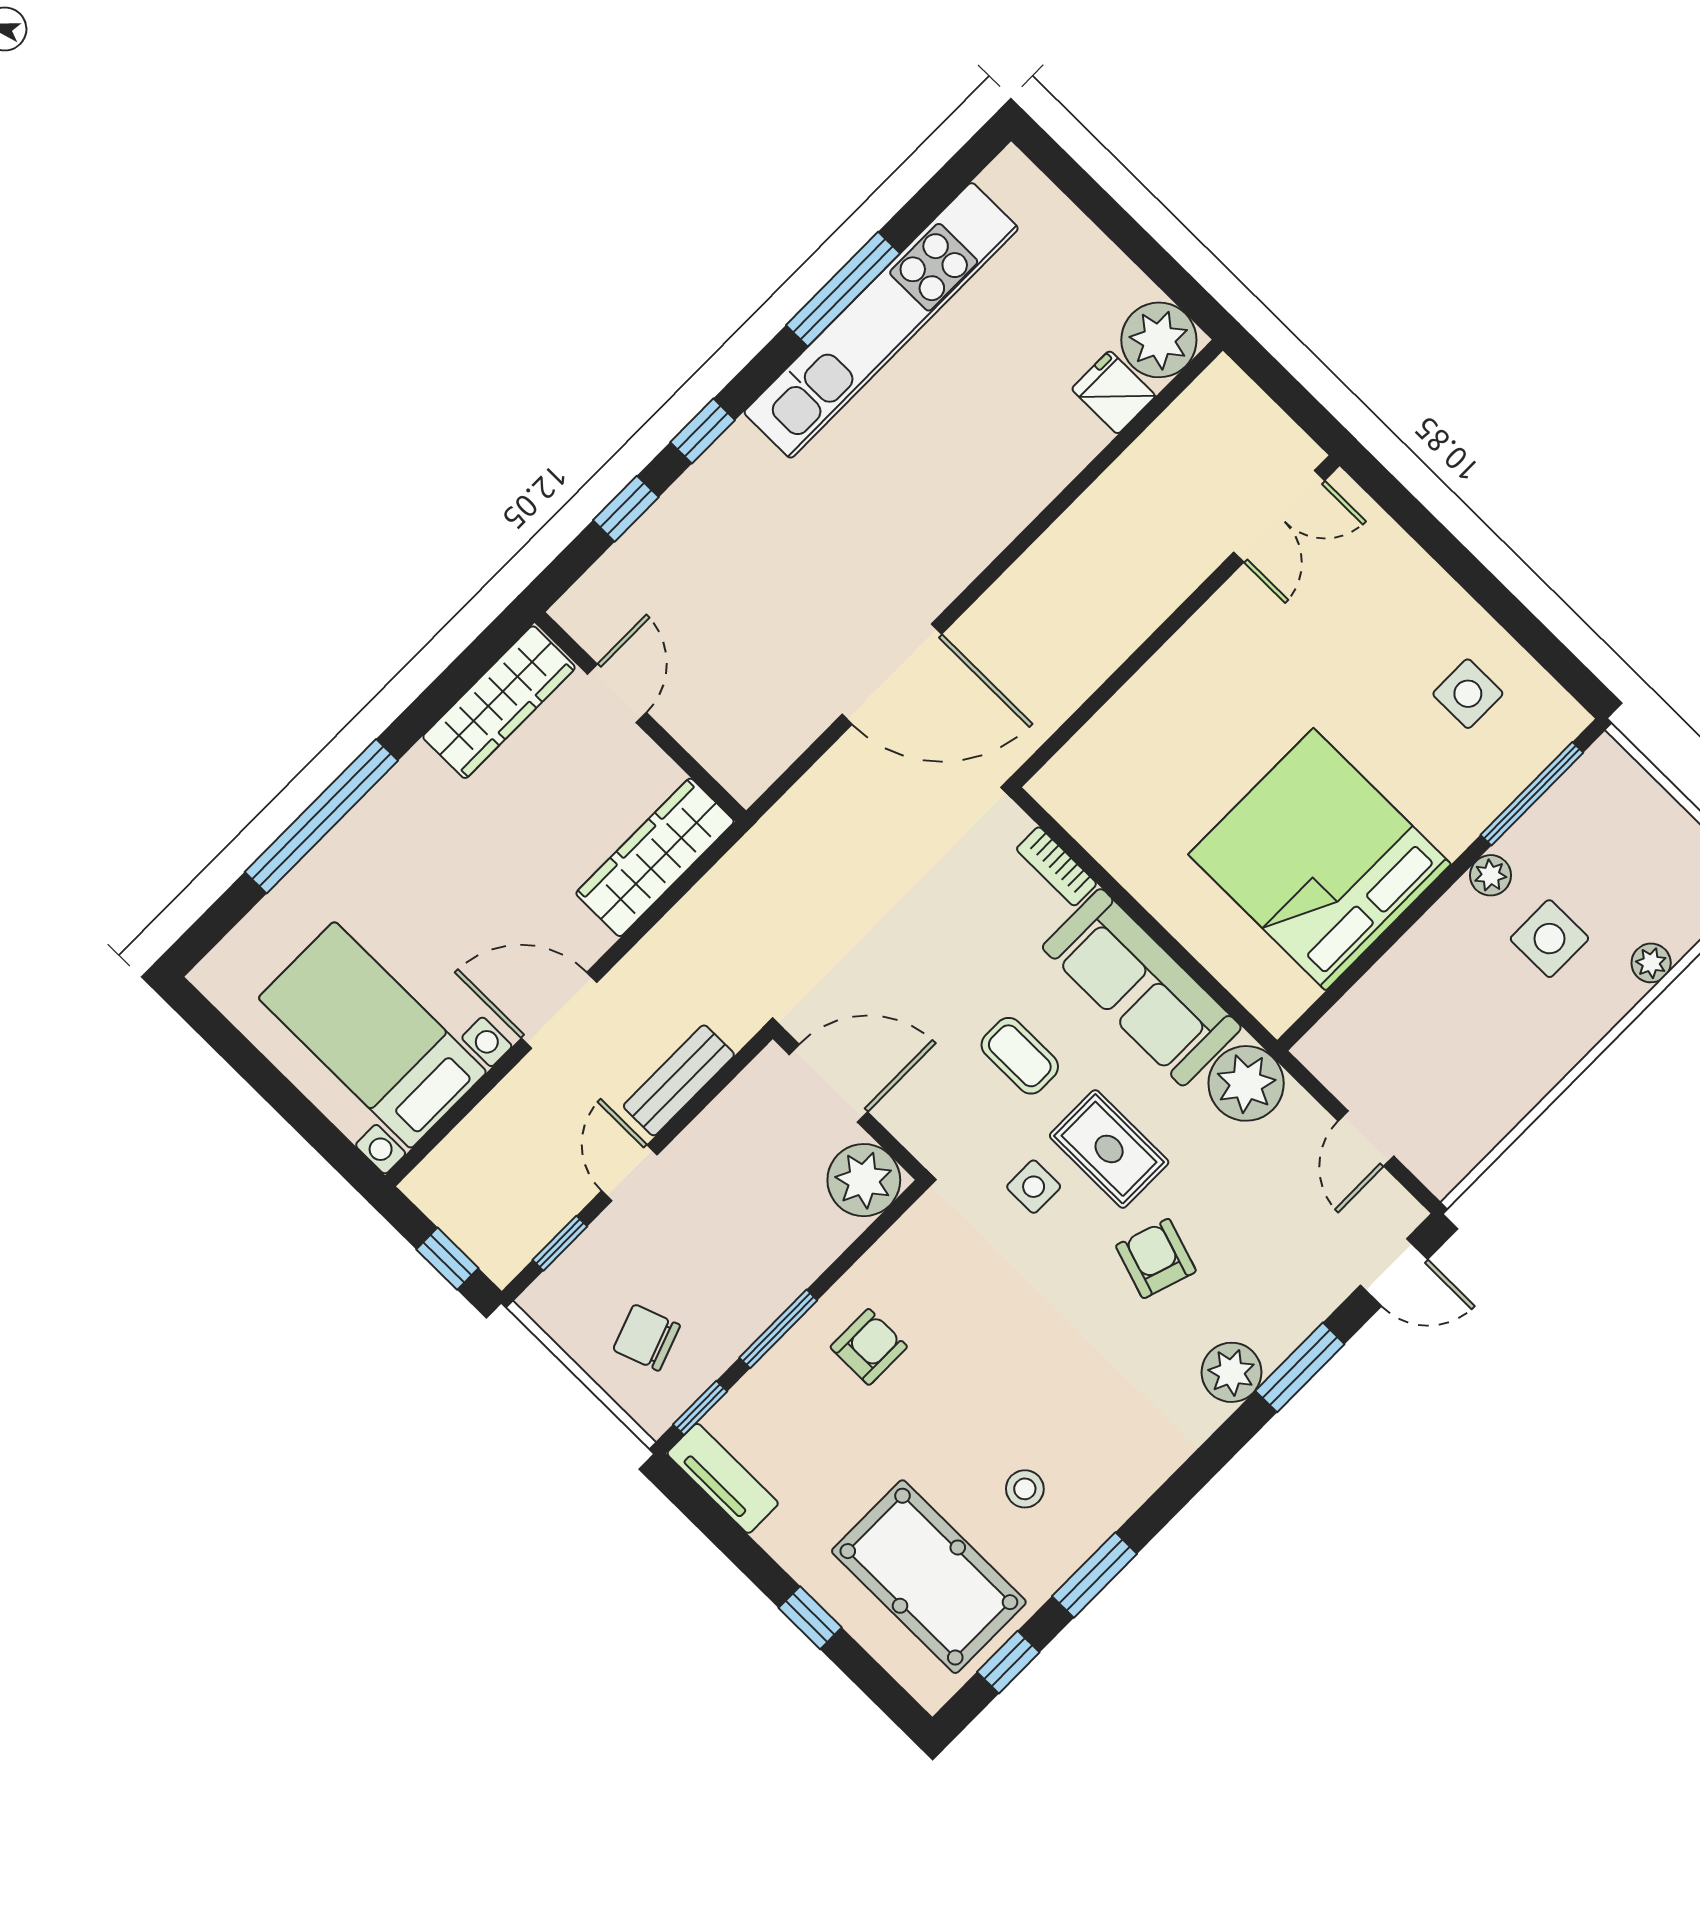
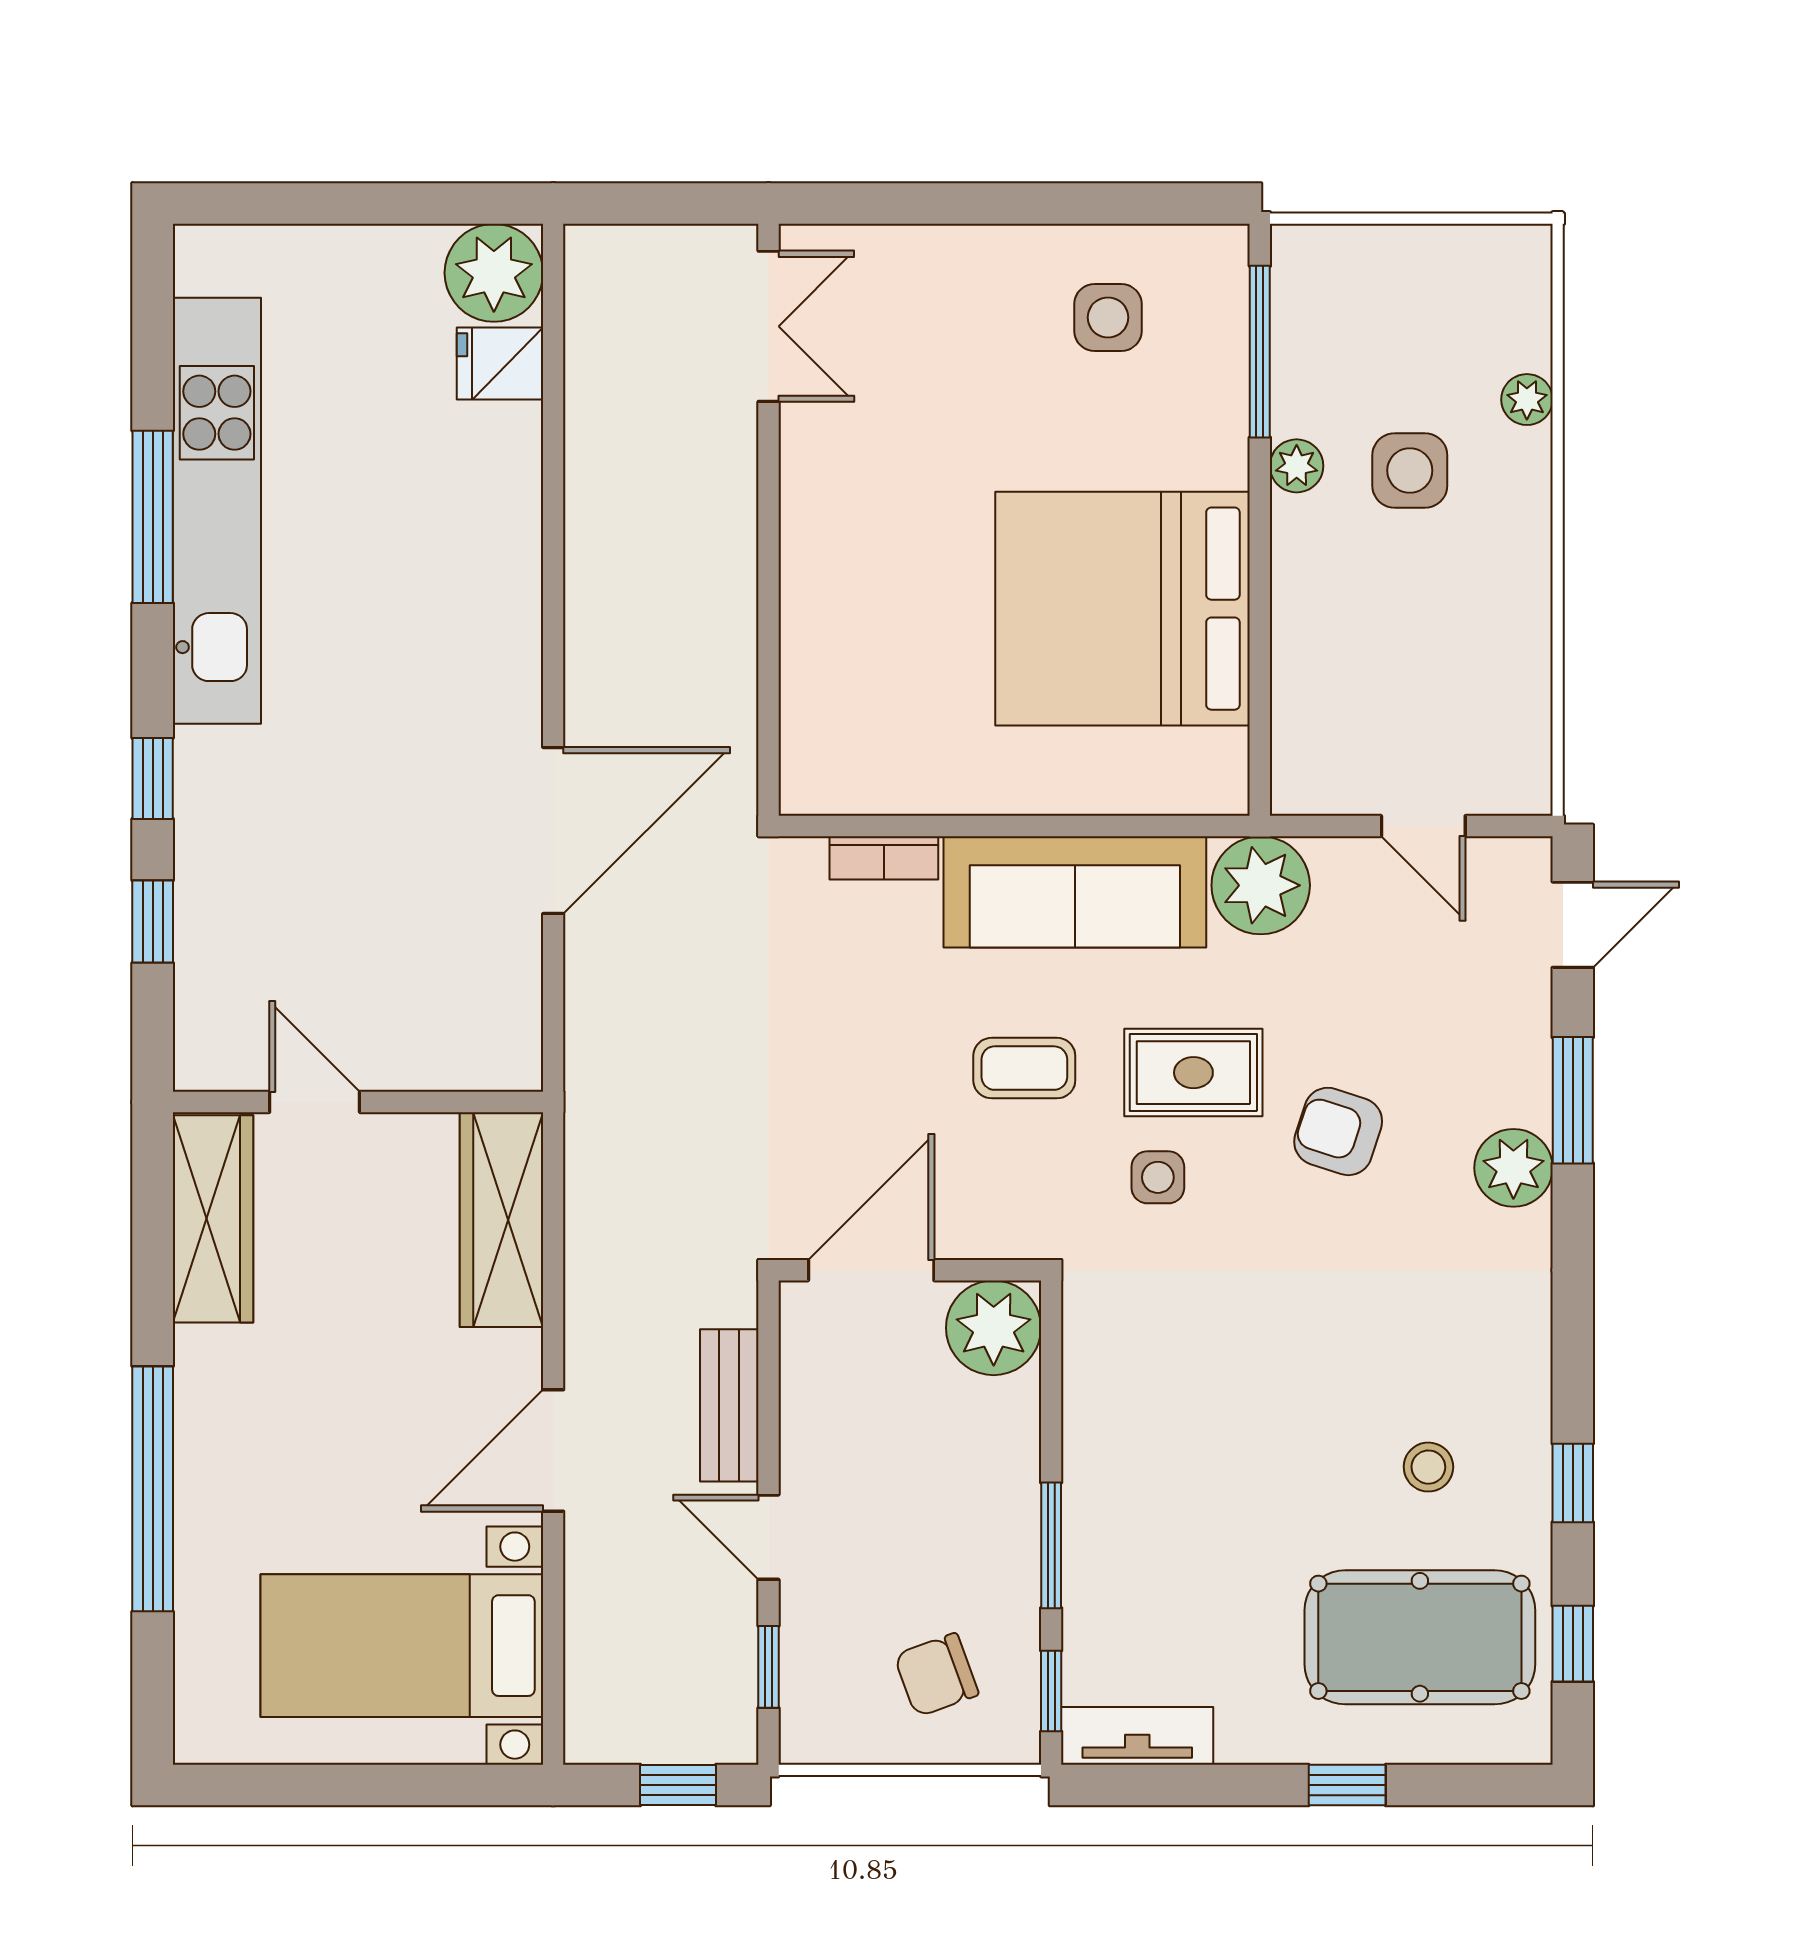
armchair: (869, 1347) -> (1152, 1479), removed
window: (1095, 1575) -> (1573, 1483), width x0.67

